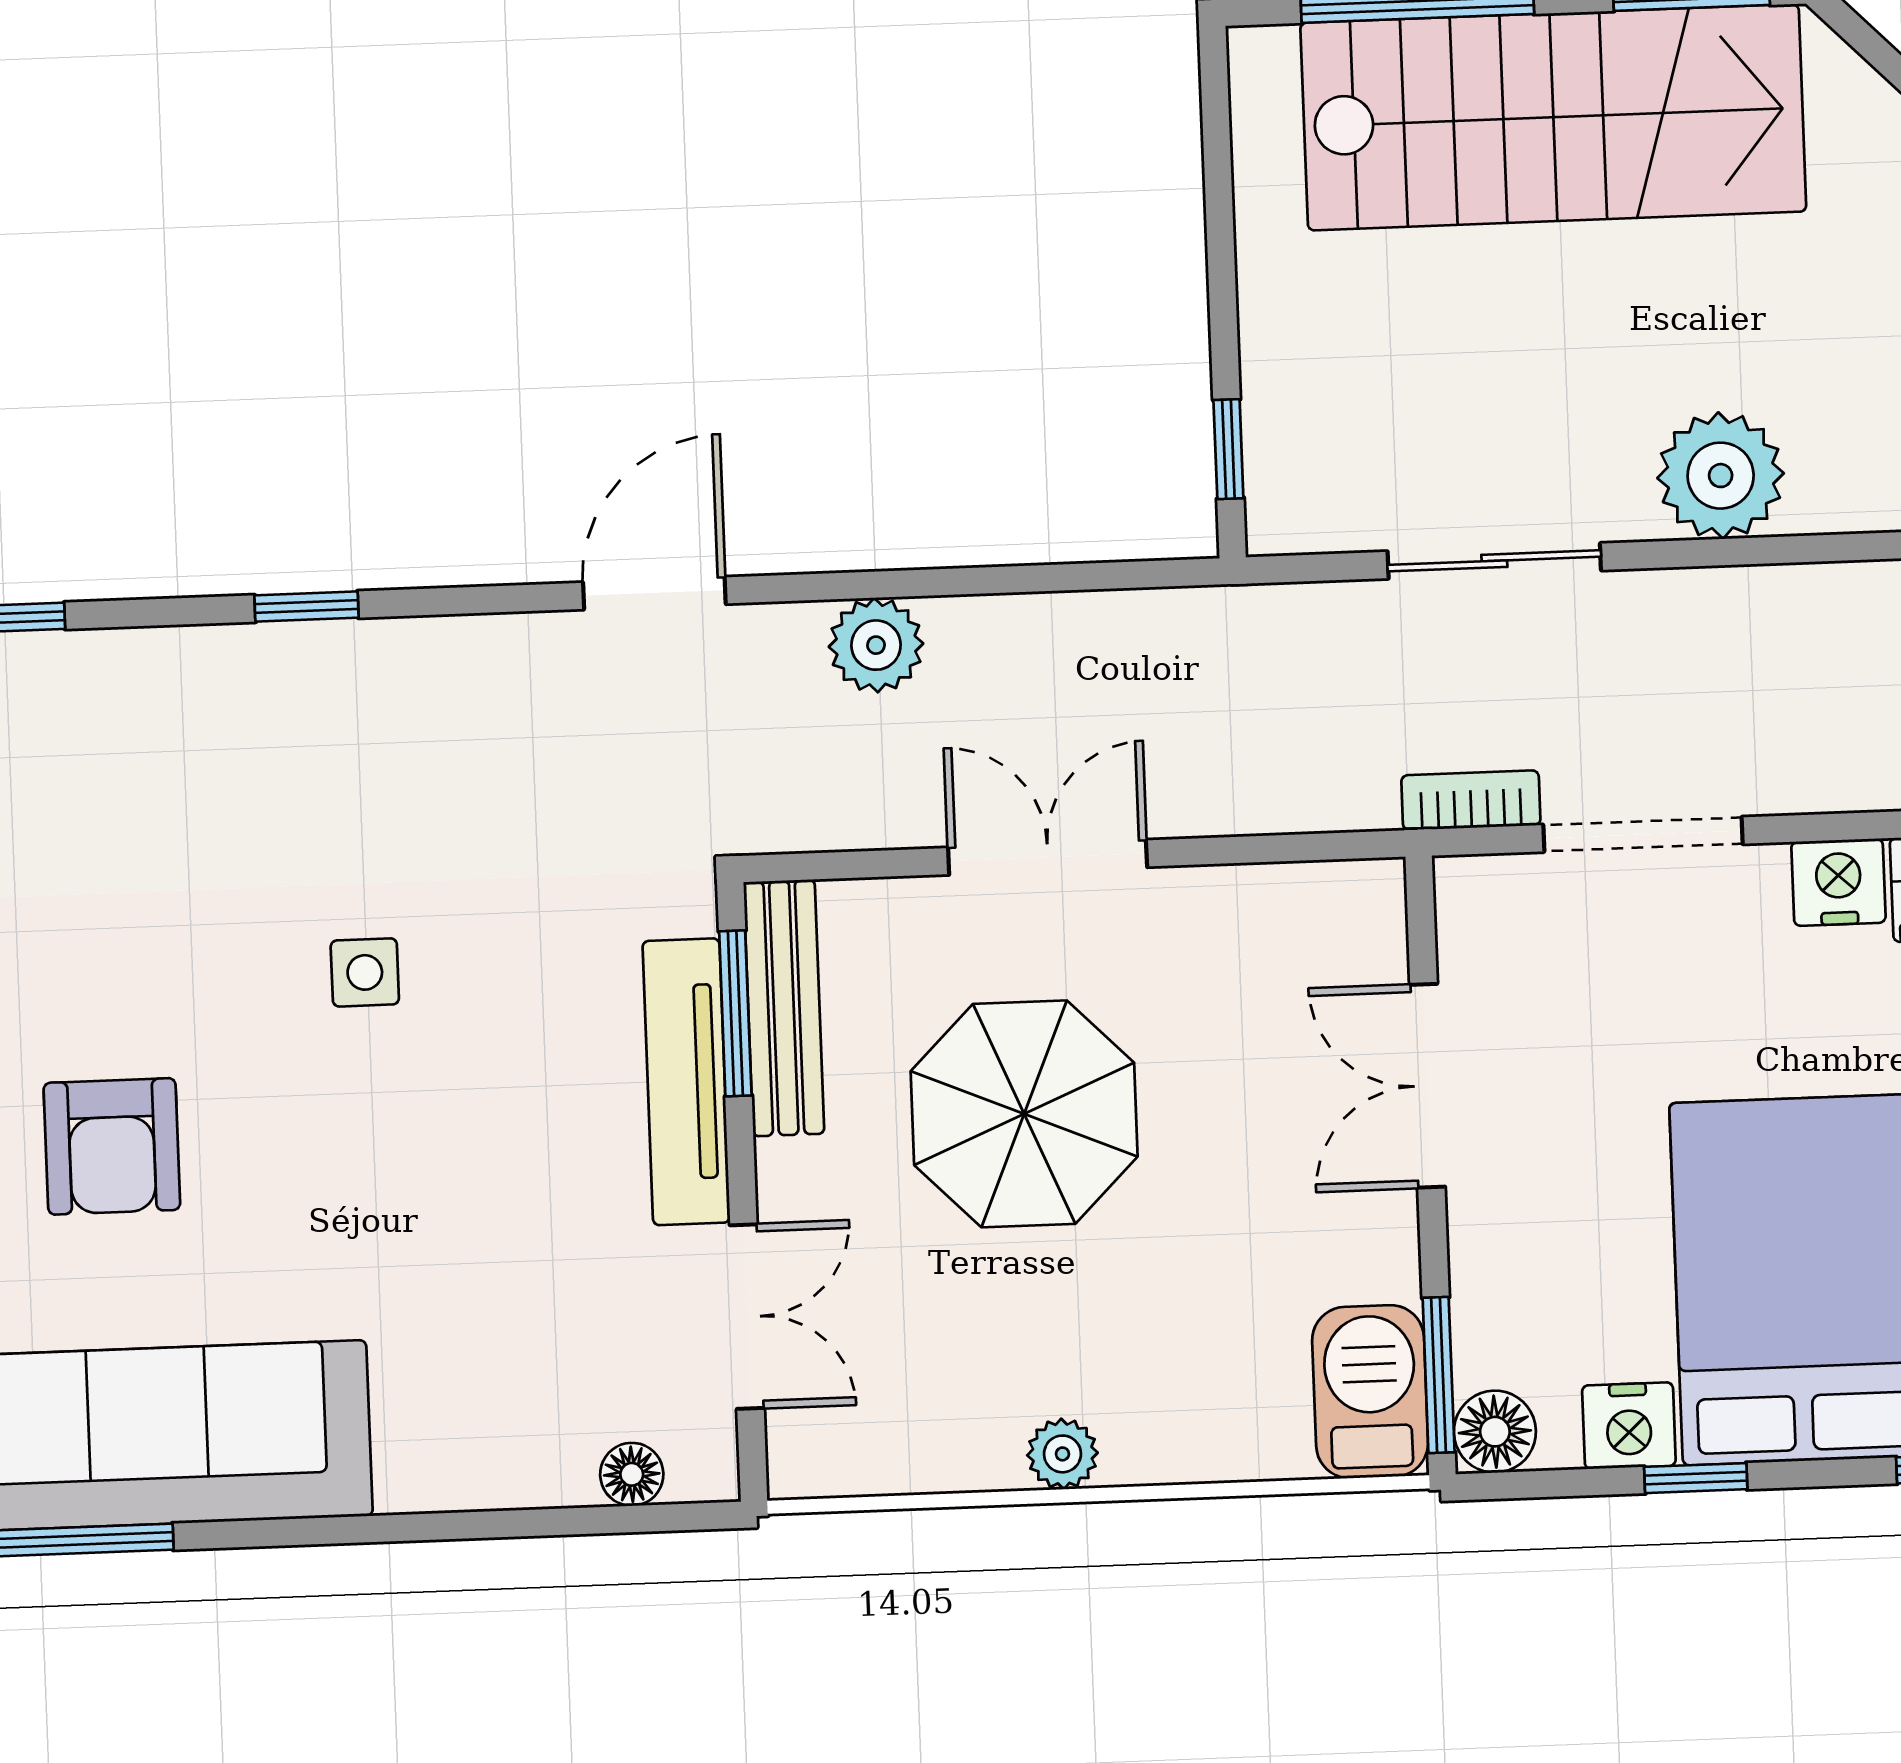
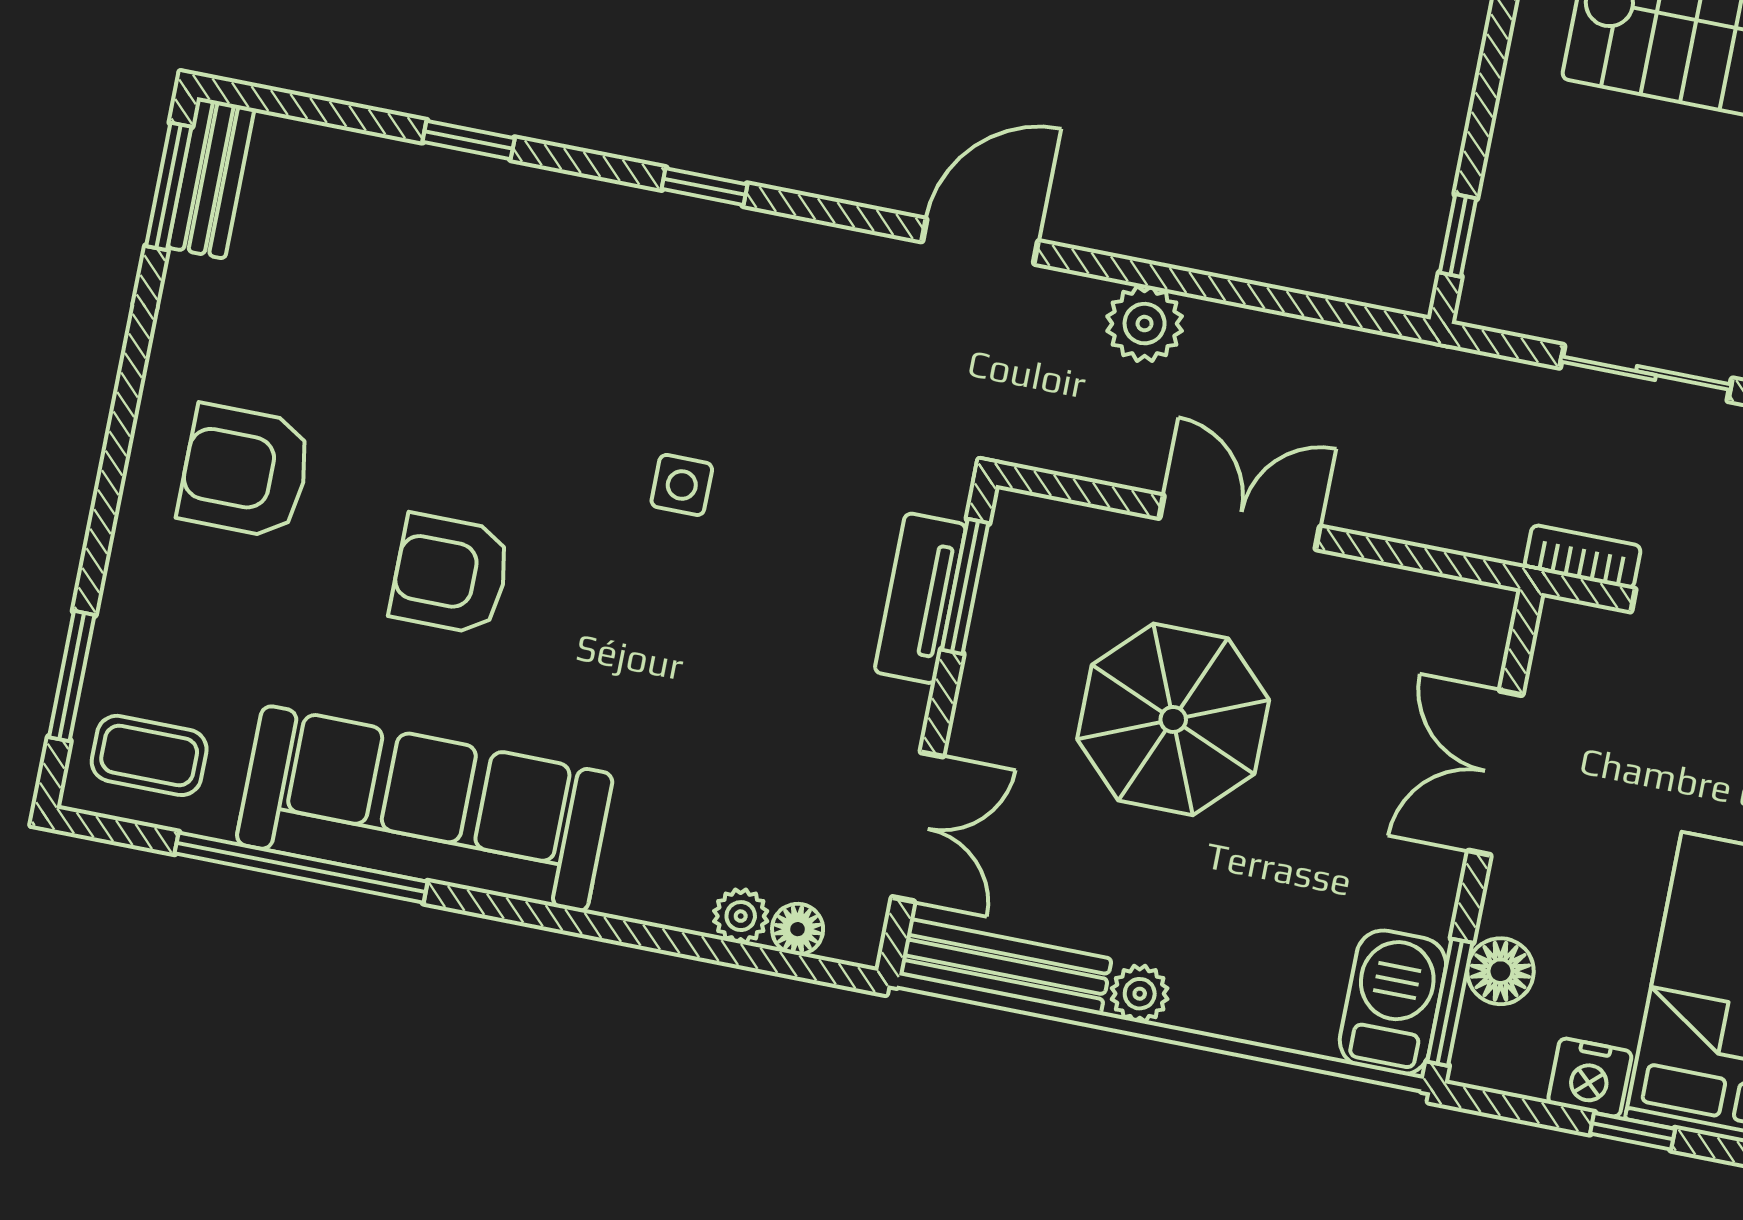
bench: (784, 1008) -> (1005, 967), moved, turned 90
tv unit: (686, 1082) -> (920, 598), width x0.71
armchair: (112, 1146) -> (451, 574), turned 90
floor lamp: (1495, 1432) -> (1500, 971), moved
plant: (560, 1475) -> (741, 916), added

